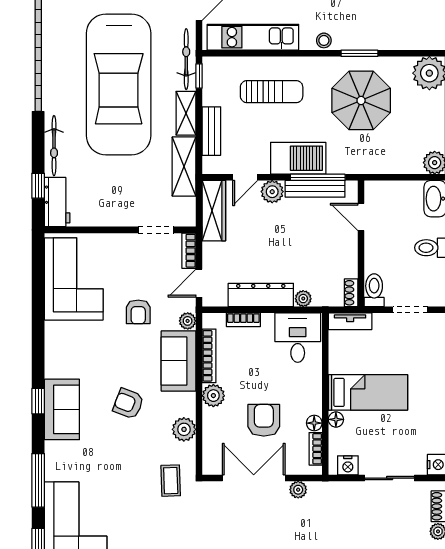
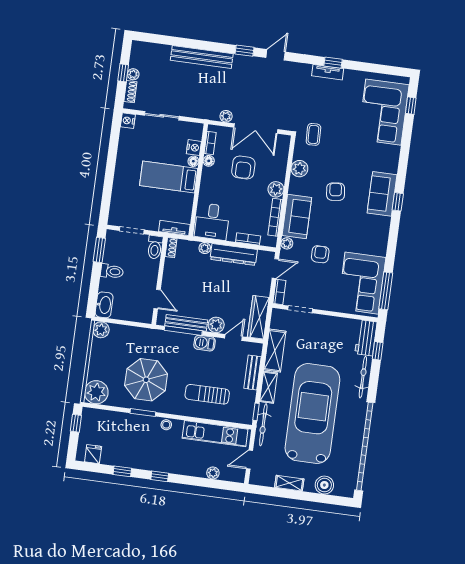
barbecue: (298, 158) -> (205, 343), width x0.53, depth x0.65
armchair: (128, 404) -> (336, 192), turned -118
nightstand: (348, 465) -> (194, 148), moved, turned 90
window: (38, 480) -> (386, 291), moved

